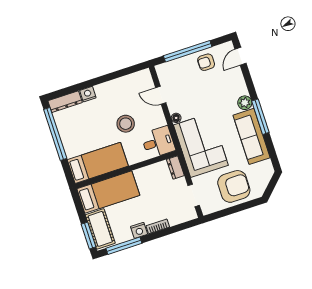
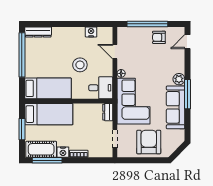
nightstand: (88, 94) -> (91, 32), moved
armchair: (234, 186) -> (149, 142), turned -90
cot: (100, 229) -> (41, 149), moved, turned 90
window: (89, 236) -> (22, 129), moved

